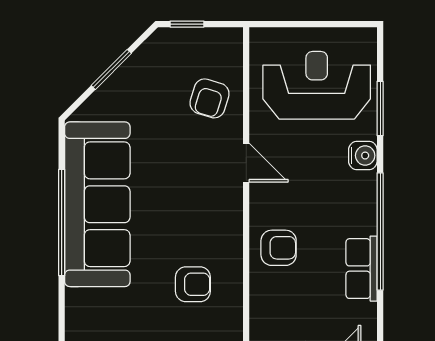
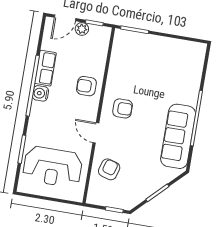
water cooler: (363, 156) -> (40, 93), moved
sofa: (97, 204) -> (178, 136), width x0.74, depth x0.79
armchair: (193, 284) -> (123, 108), moved, turned 180

